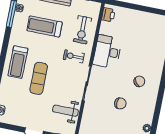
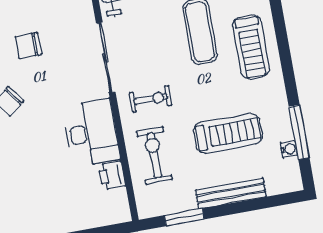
printer: (108, 15) -> (112, 175), moved
treadmill: (18, 62) -> (251, 47), turned 180

